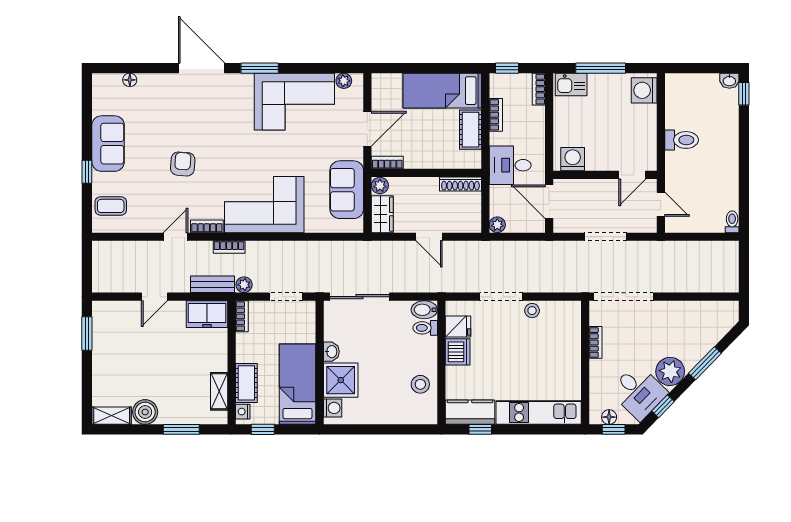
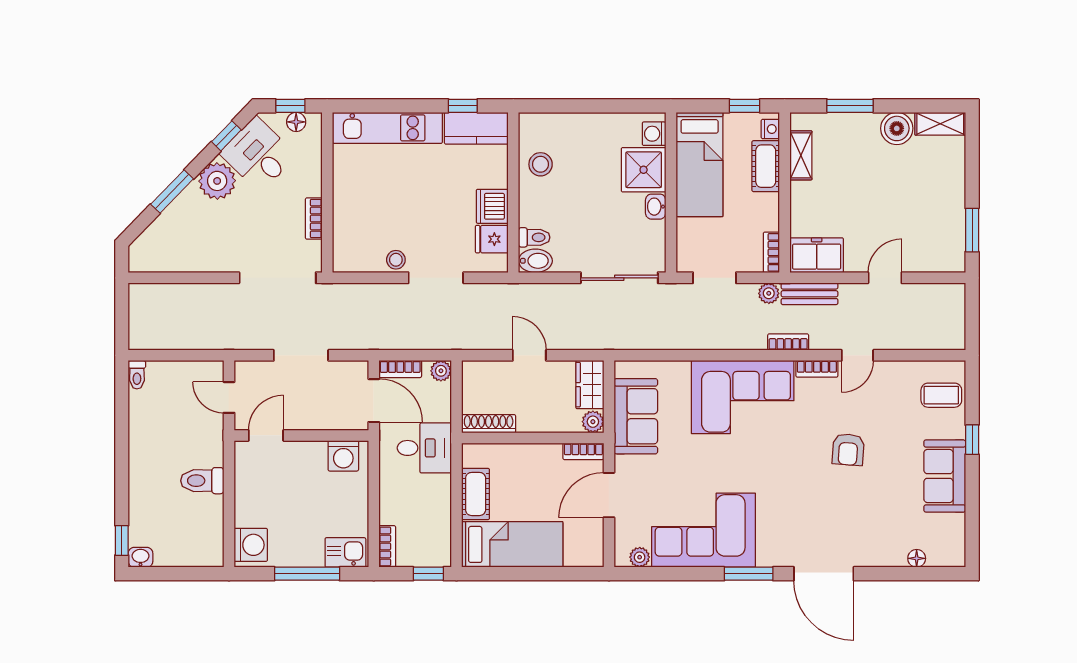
bookcase: (496, 115) -> (400, 369), moved, turned -90

